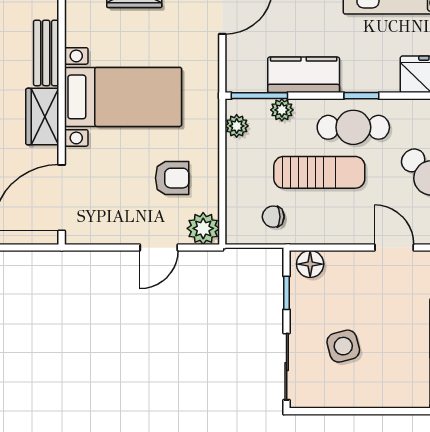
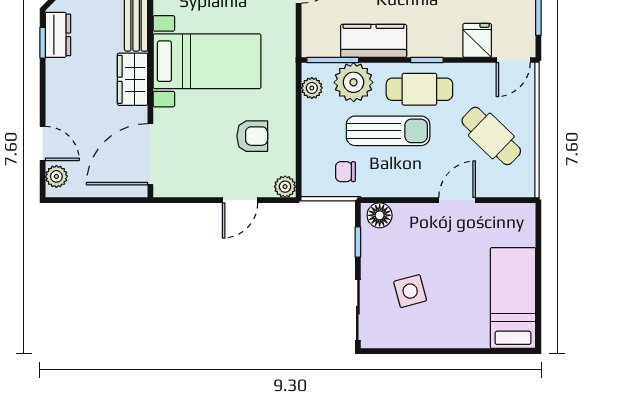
plant: (282, 110) -> (354, 82), width x1.87, depth x1.87
plant: (203, 228) -> (285, 187), width x0.73, depth x0.73
door: (394, 248) -> (457, 200), hinge flipped

